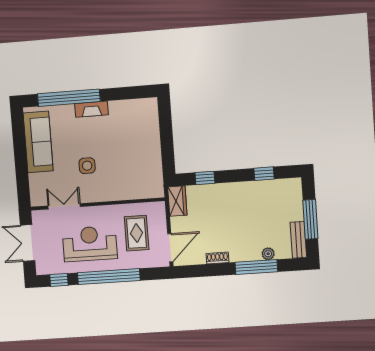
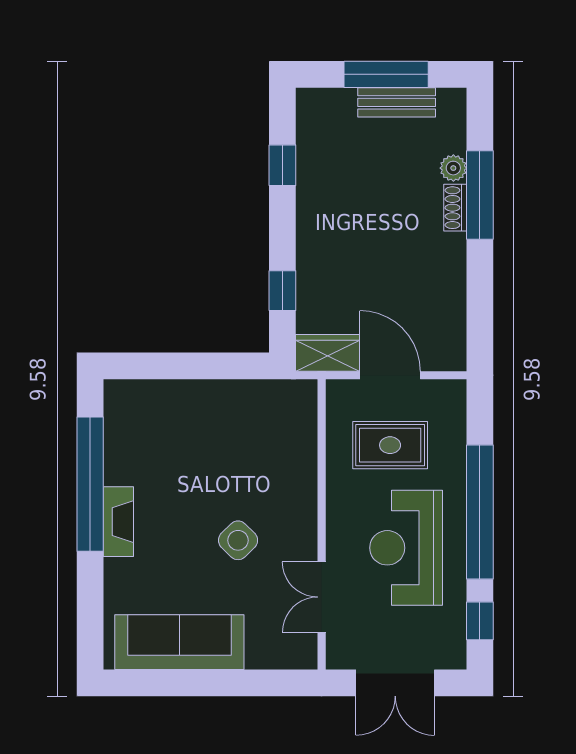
window: (69, 98) -> (90, 484), moved
side table: (87, 166) -> (238, 540), turned 45
bench: (298, 240) -> (397, 102), moved
door: (170, 248) -> (390, 375), moved
shoe rack: (217, 258) -> (455, 208), moved

